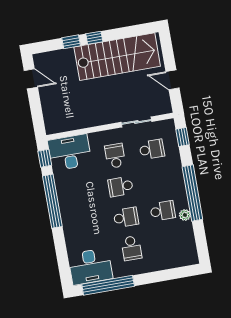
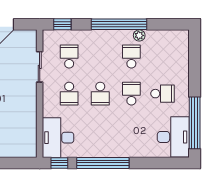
school desk: (115, 156) -> (69, 94), turned -90

